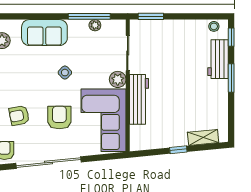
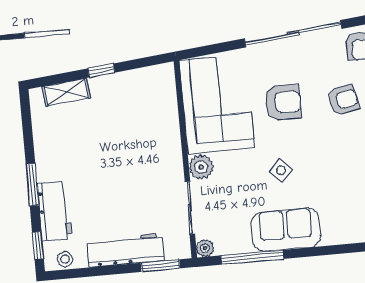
plant: (95, 25) -> (205, 248), moved
sofa: (44, 33) -> (286, 230), moved
workbench: (139, 99) -> (125, 250), moved, turned 90
armchair: (59, 118) -> (283, 102), turned -90

